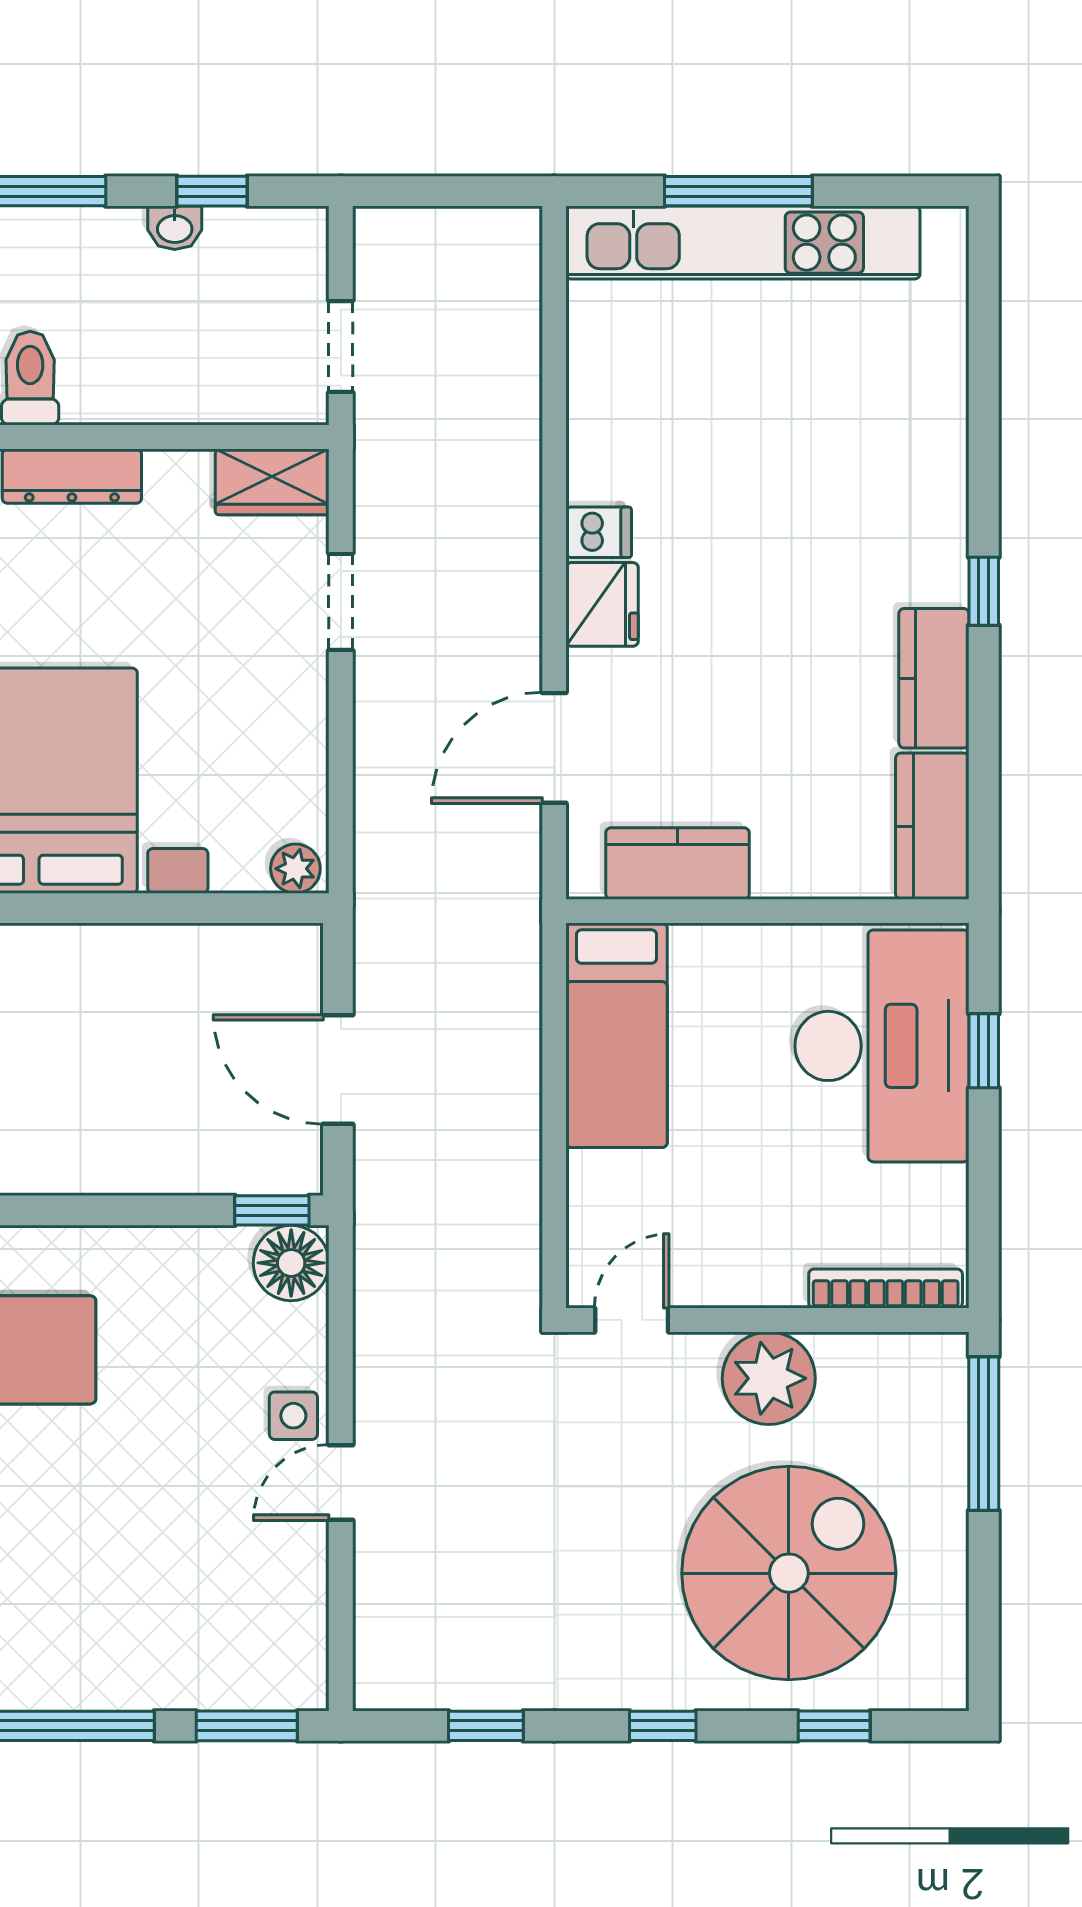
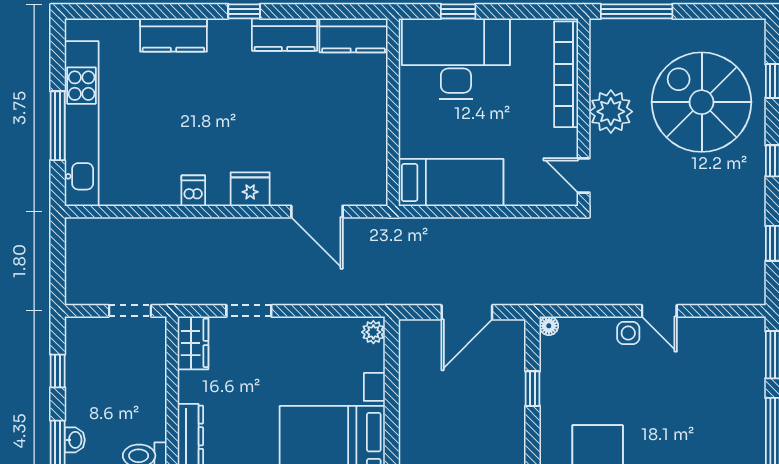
washbasin: (175, 228) -> (75, 440), moved
dishwasher: (599, 532) -> (193, 191), moved
kitchen counter: (678, 863) -> (173, 35), moved, turned -90
window: (272, 1210) -> (533, 389), moved
floor lamp: (291, 1263) -> (549, 326), width x0.53, depth x0.53
bookcase: (886, 1288) -> (566, 74), width x1.48, depth x1.31

